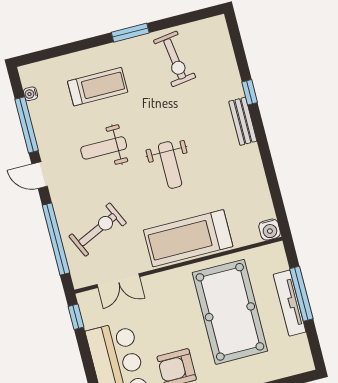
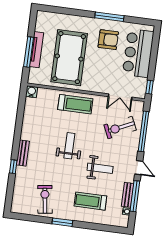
bench: (40, 122) -> (128, 195), added
treadmill: (188, 238) -> (75, 104), width x0.73, depth x0.73
double door: (118, 281) -> (120, 97), swing flipped

